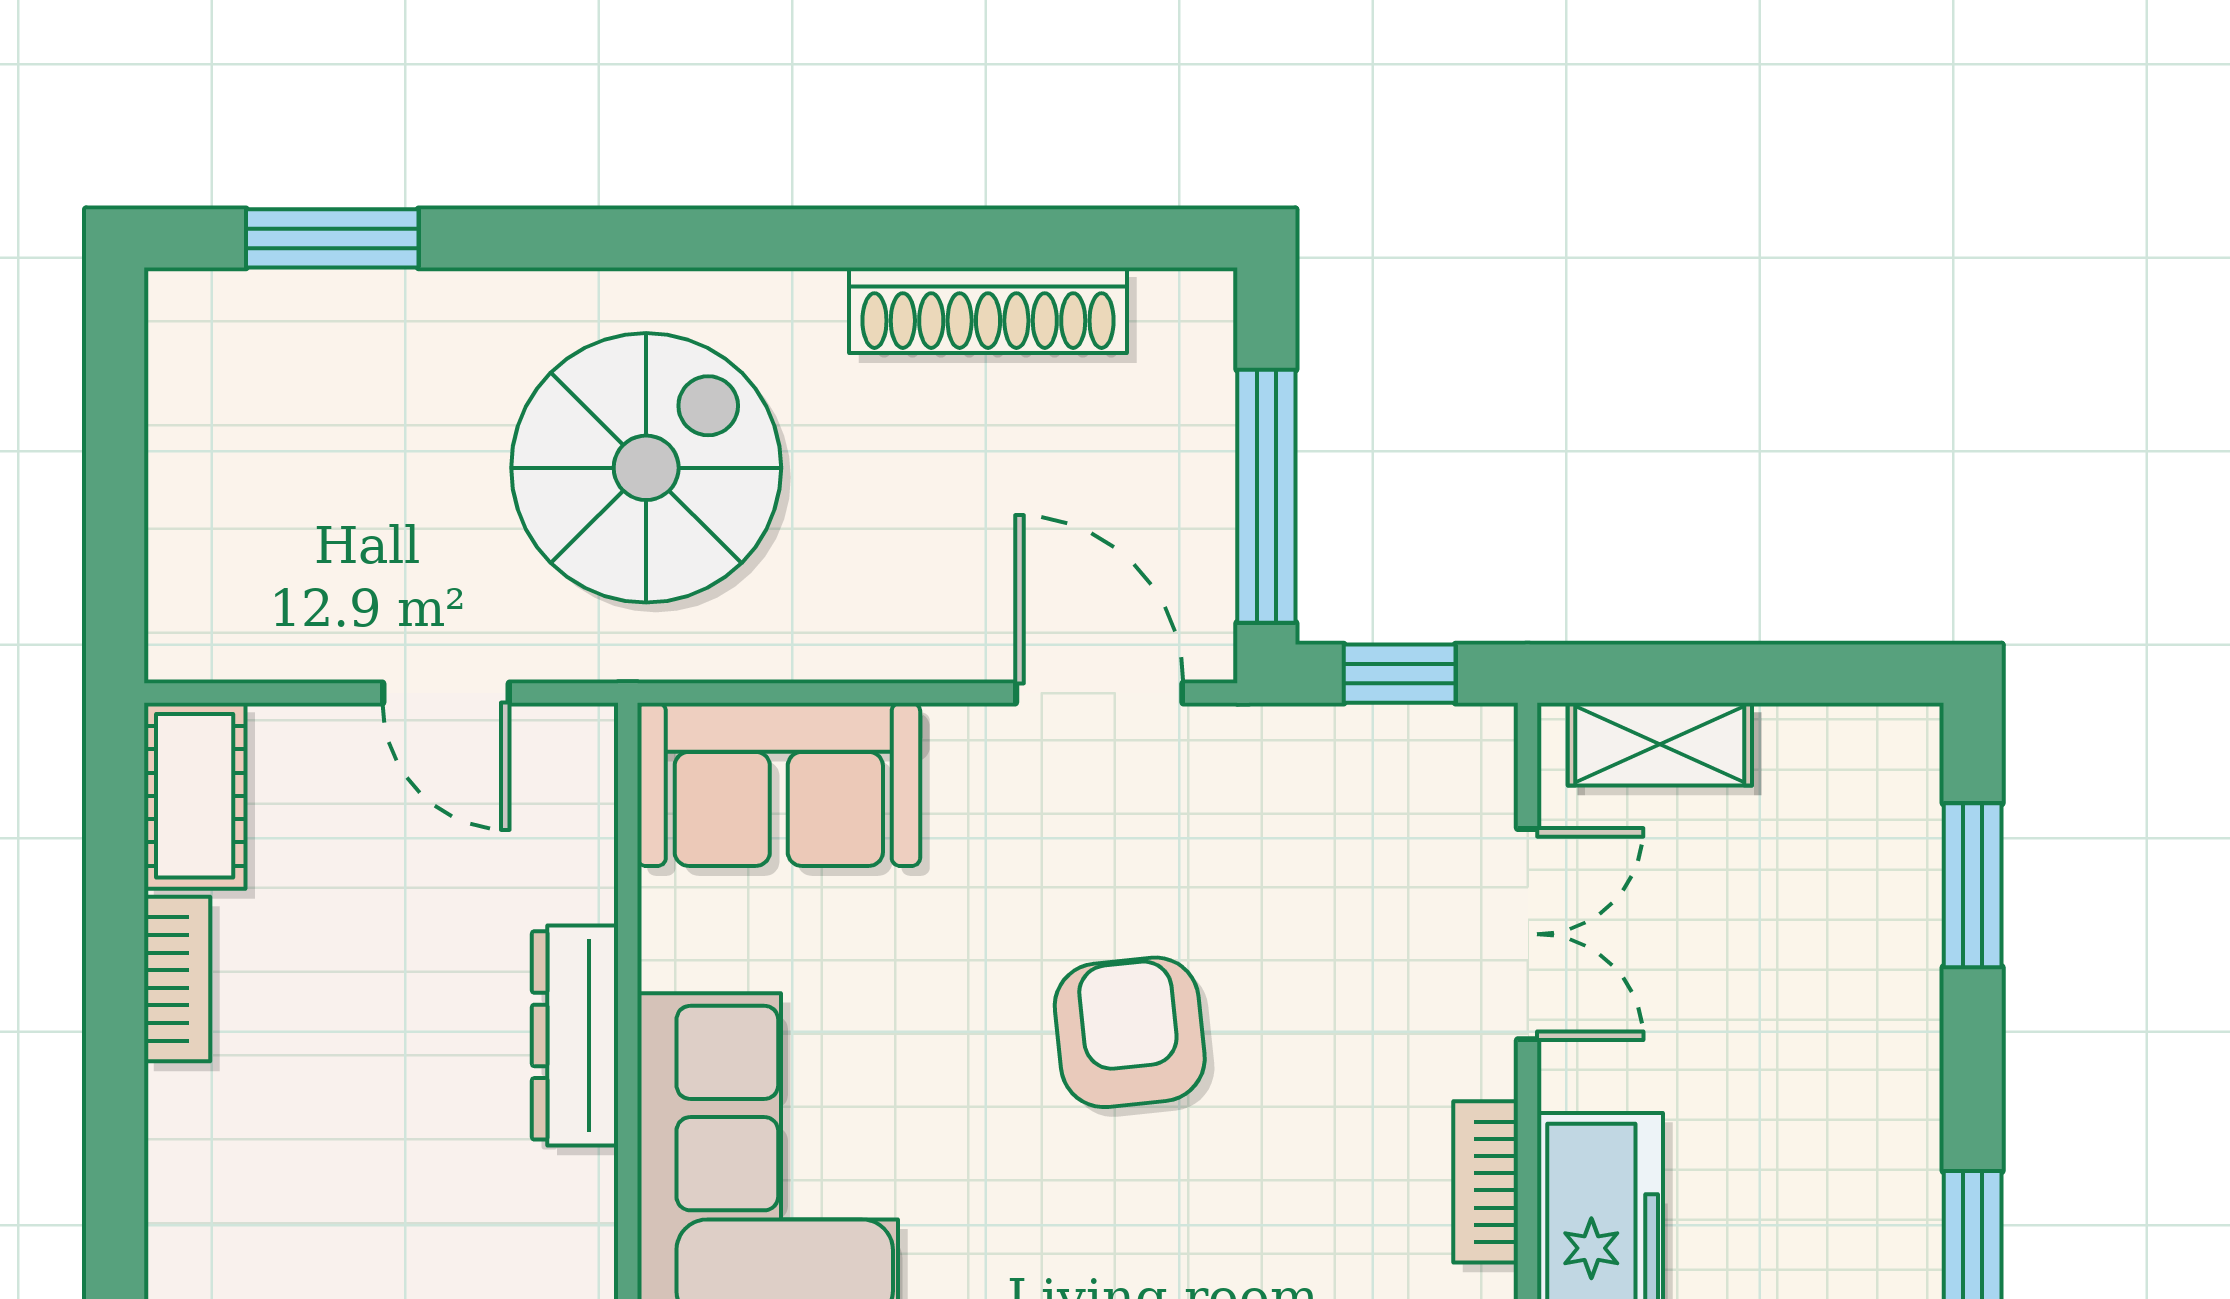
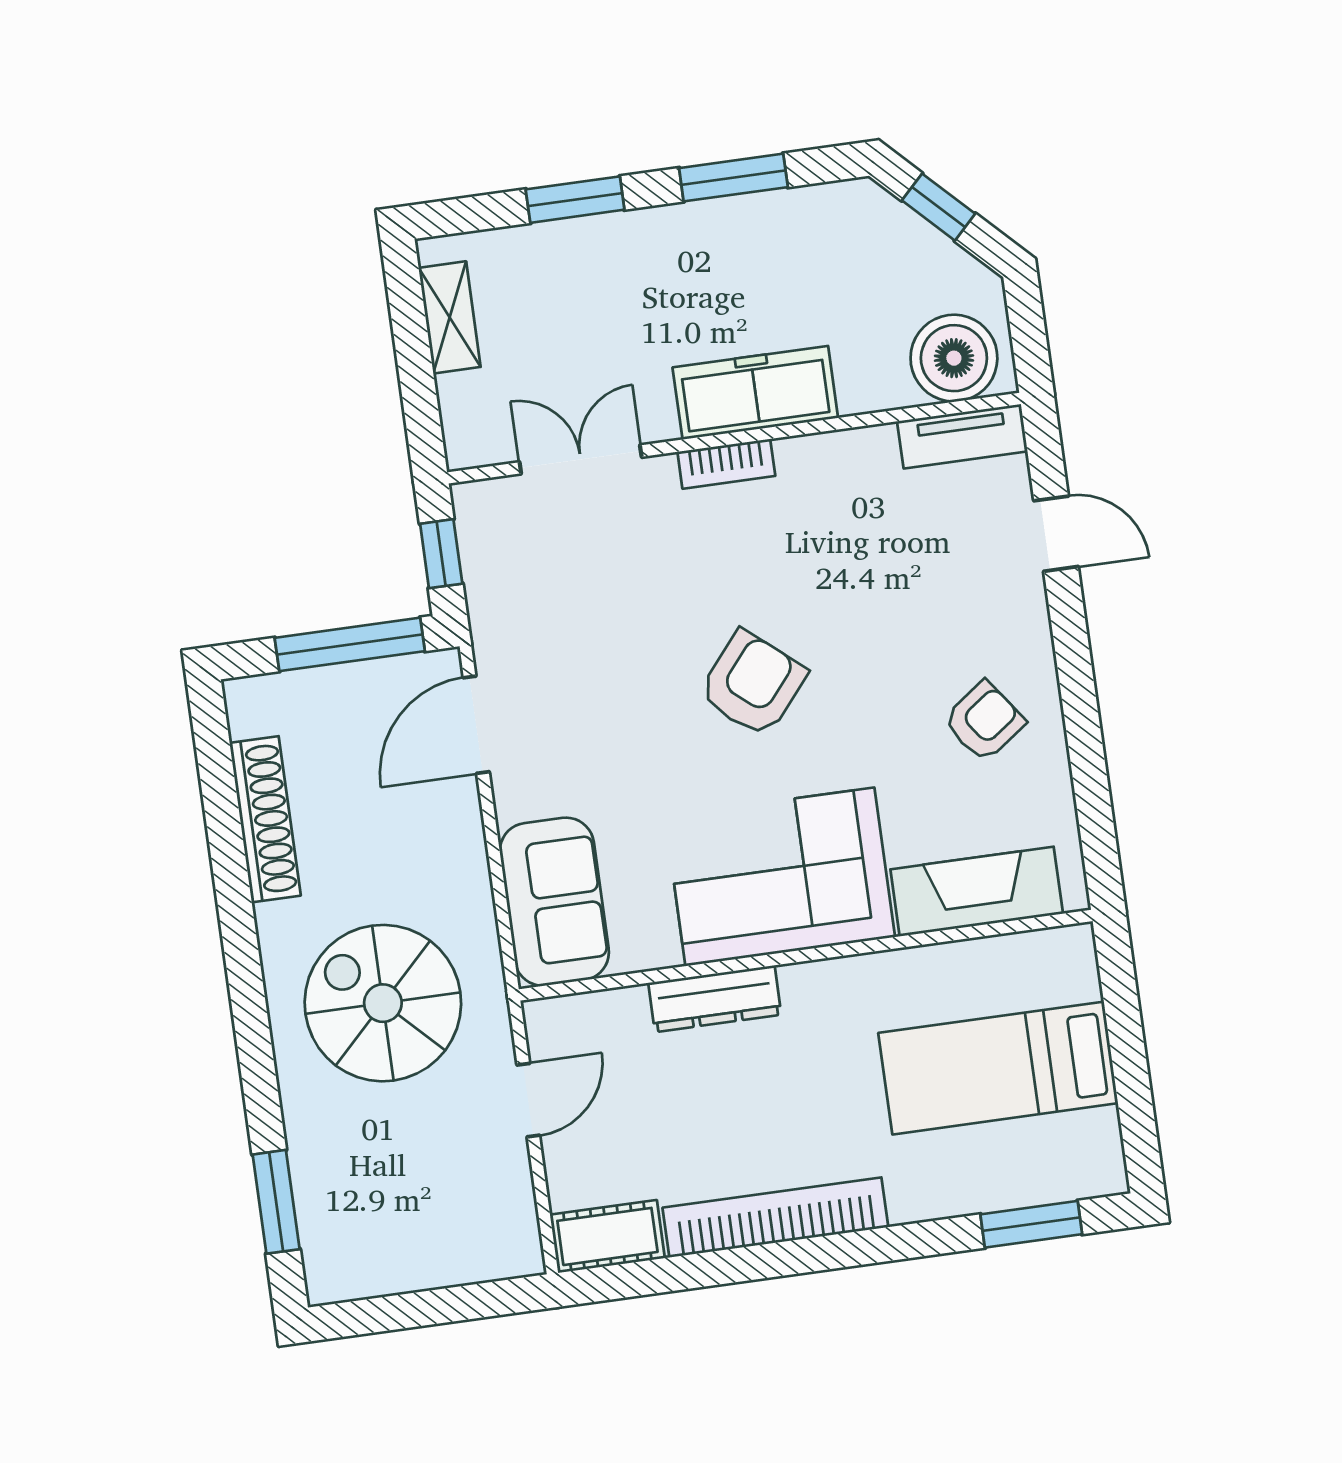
shelving: (1660, 744) -> (450, 317), moved
window: (1973, 885) -> (575, 200), moved
bookcase: (177, 979) -> (775, 1217), width x2.31, depth x1.31
armchair: (1130, 1032) -> (753, 684), moved, turned 136

